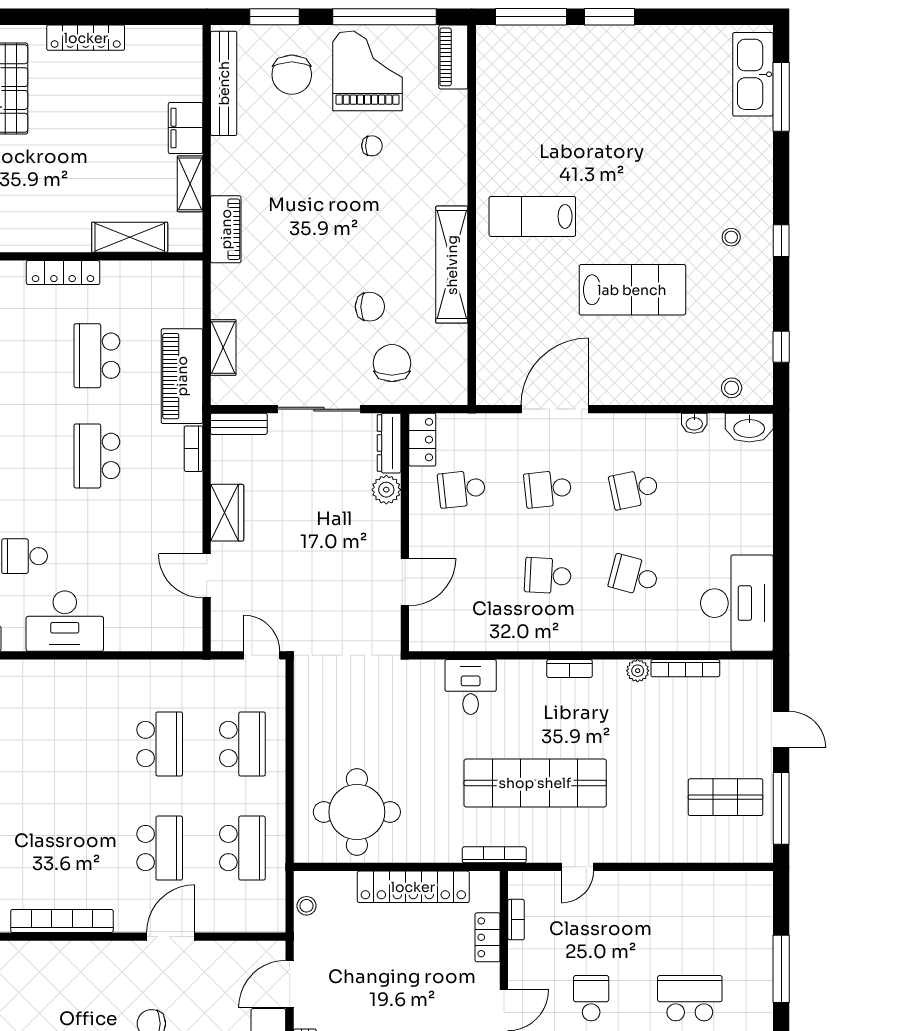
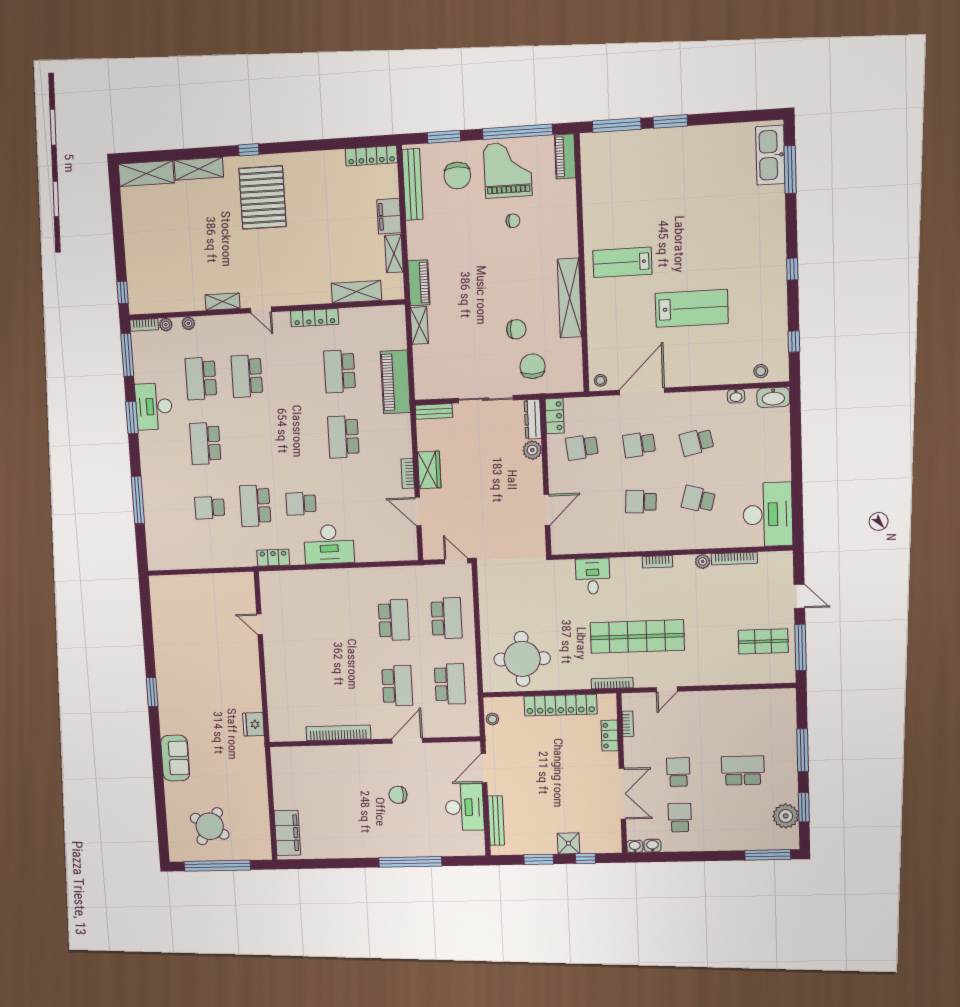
locker: (86, 38) -> (371, 156), moved
stool: (731, 237) -> (600, 380), moved
shelving: (223, 347) -> (419, 326), moved
bookcase: (193, 449) -> (408, 474), moved

